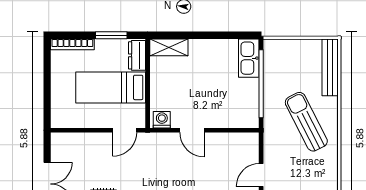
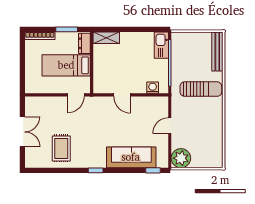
washing machine: (162, 120) -> (153, 88), moved
sun lounger: (306, 122) -> (201, 89), turned 117

